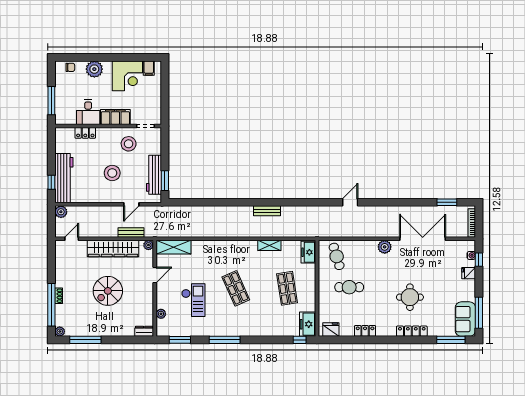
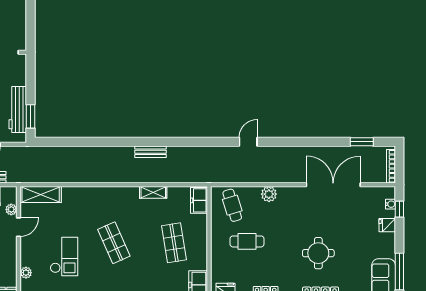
plant: (148, 245) -> (11, 209), moved
plant: (385, 247) -> (269, 194), moved

